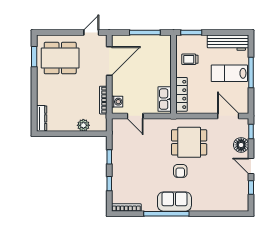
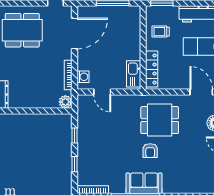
plant: (83, 125) -> (65, 102), moved

